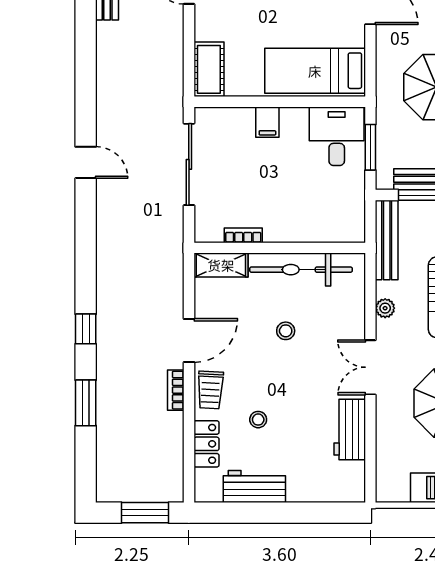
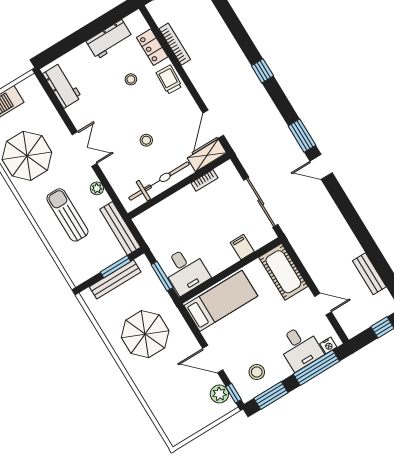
cot: (209, 69) -> (283, 272), width x1.37, depth x1.34
filing cabinet: (267, 122) -> (242, 247), moved
door: (189, 340) -> (213, 124), moved
bookcase: (176, 390) -> (175, 44), moved, width x1.56
window: (86, 403) -> (302, 136), moved
workbench: (350, 430) -> (62, 86), moved

